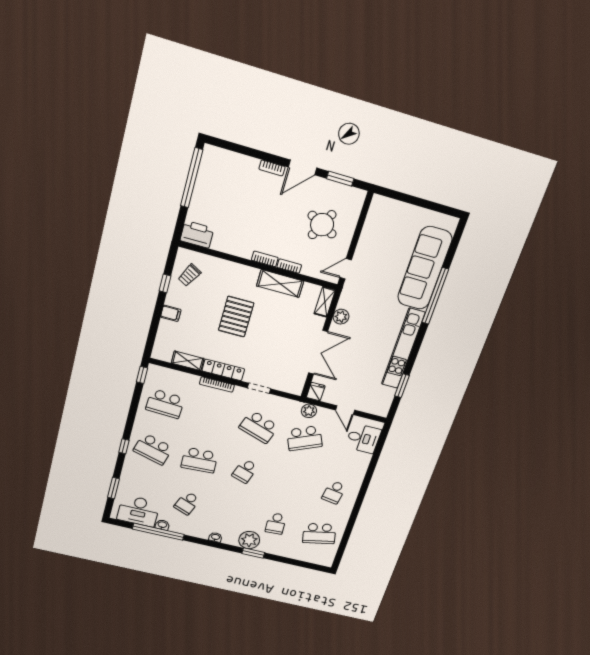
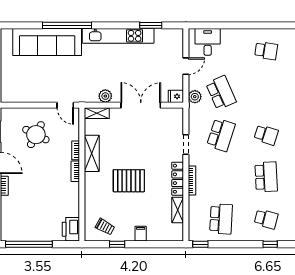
school desk: (153, 449) -> (266, 219), width x0.54

